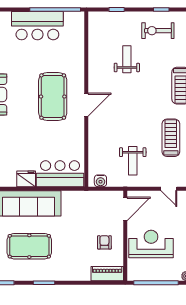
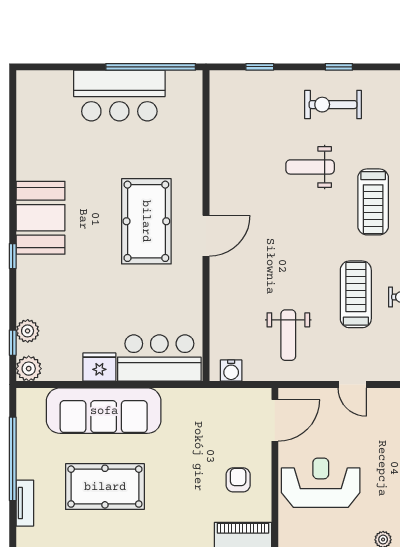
weight bench: (127, 59) -> (310, 167), moved, turned -90

